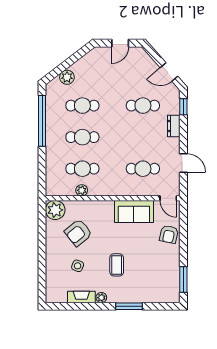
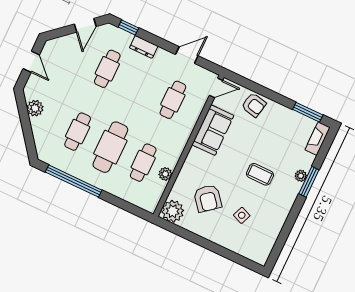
plant: (67, 77) -> (35, 108), moved
cafe table: (82, 137) -> (110, 147), width x1.37, depth x1.35
fireplace: (81, 297) -> (318, 139), moved
plant: (101, 298) -> (301, 176), moved

